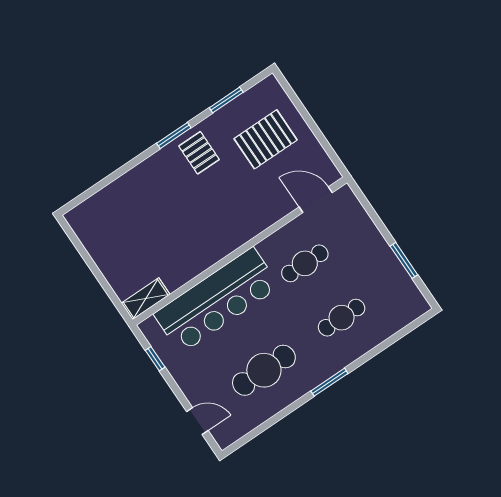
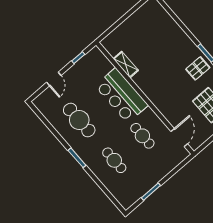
shelving: (146, 299) -> (126, 65), moved
bar counter: (217, 300) -> (122, 95), width x0.73
door: (197, 421) -> (54, 79), moved

